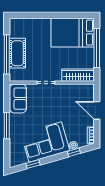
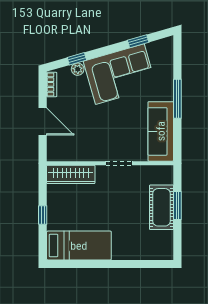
bed: (73, 33) -> (79, 246), width x0.67
window: (97, 48) -> (43, 215), width x0.32
window: (7, 54) -> (177, 205), width x0.47
sofa: (18, 99) -> (161, 131), width x1.36

